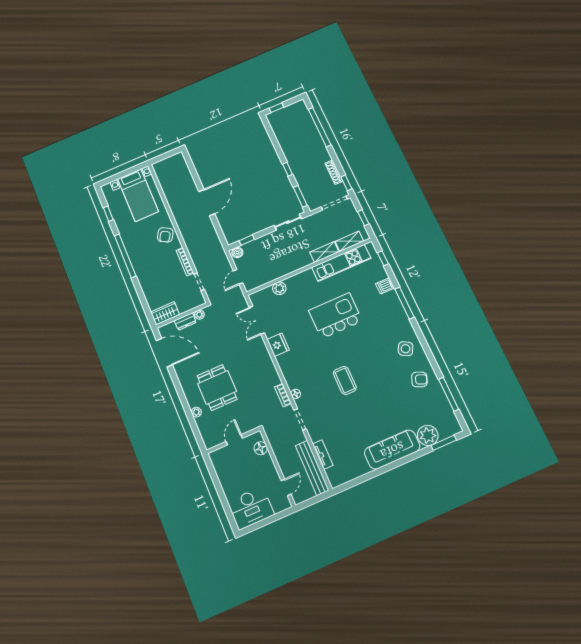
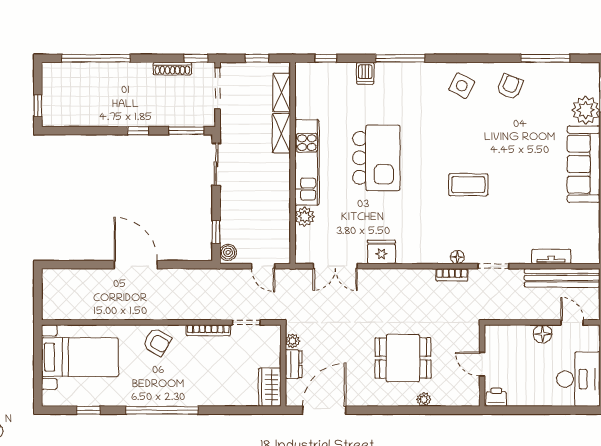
kitchen unit: (341, 263) -> (307, 162), moved
kitchen island: (335, 316) -> (376, 158), turned 180
floor lamp: (261, 448) -> (542, 334), moved
printer: (217, 459) -> (496, 397), added

